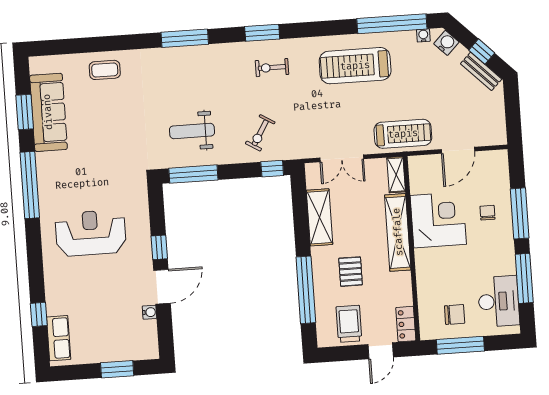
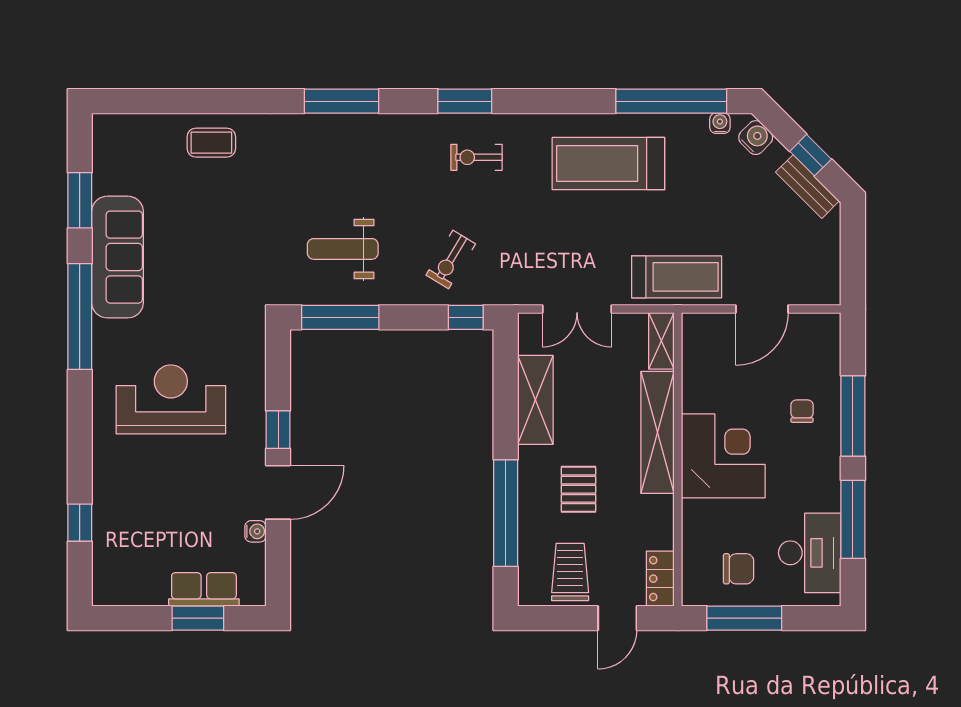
sofa: (48, 112) -> (117, 257), moved
corner desk: (438, 220) -> (723, 456), moved
row of seats: (59, 338) -> (204, 589), moved, turned -90

